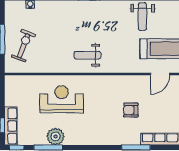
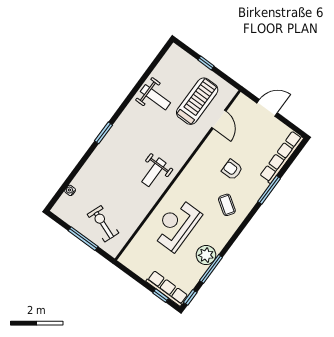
armchair: (131, 110) -> (232, 170), turned 90
coffee table: (103, 125) -> (227, 205), added

